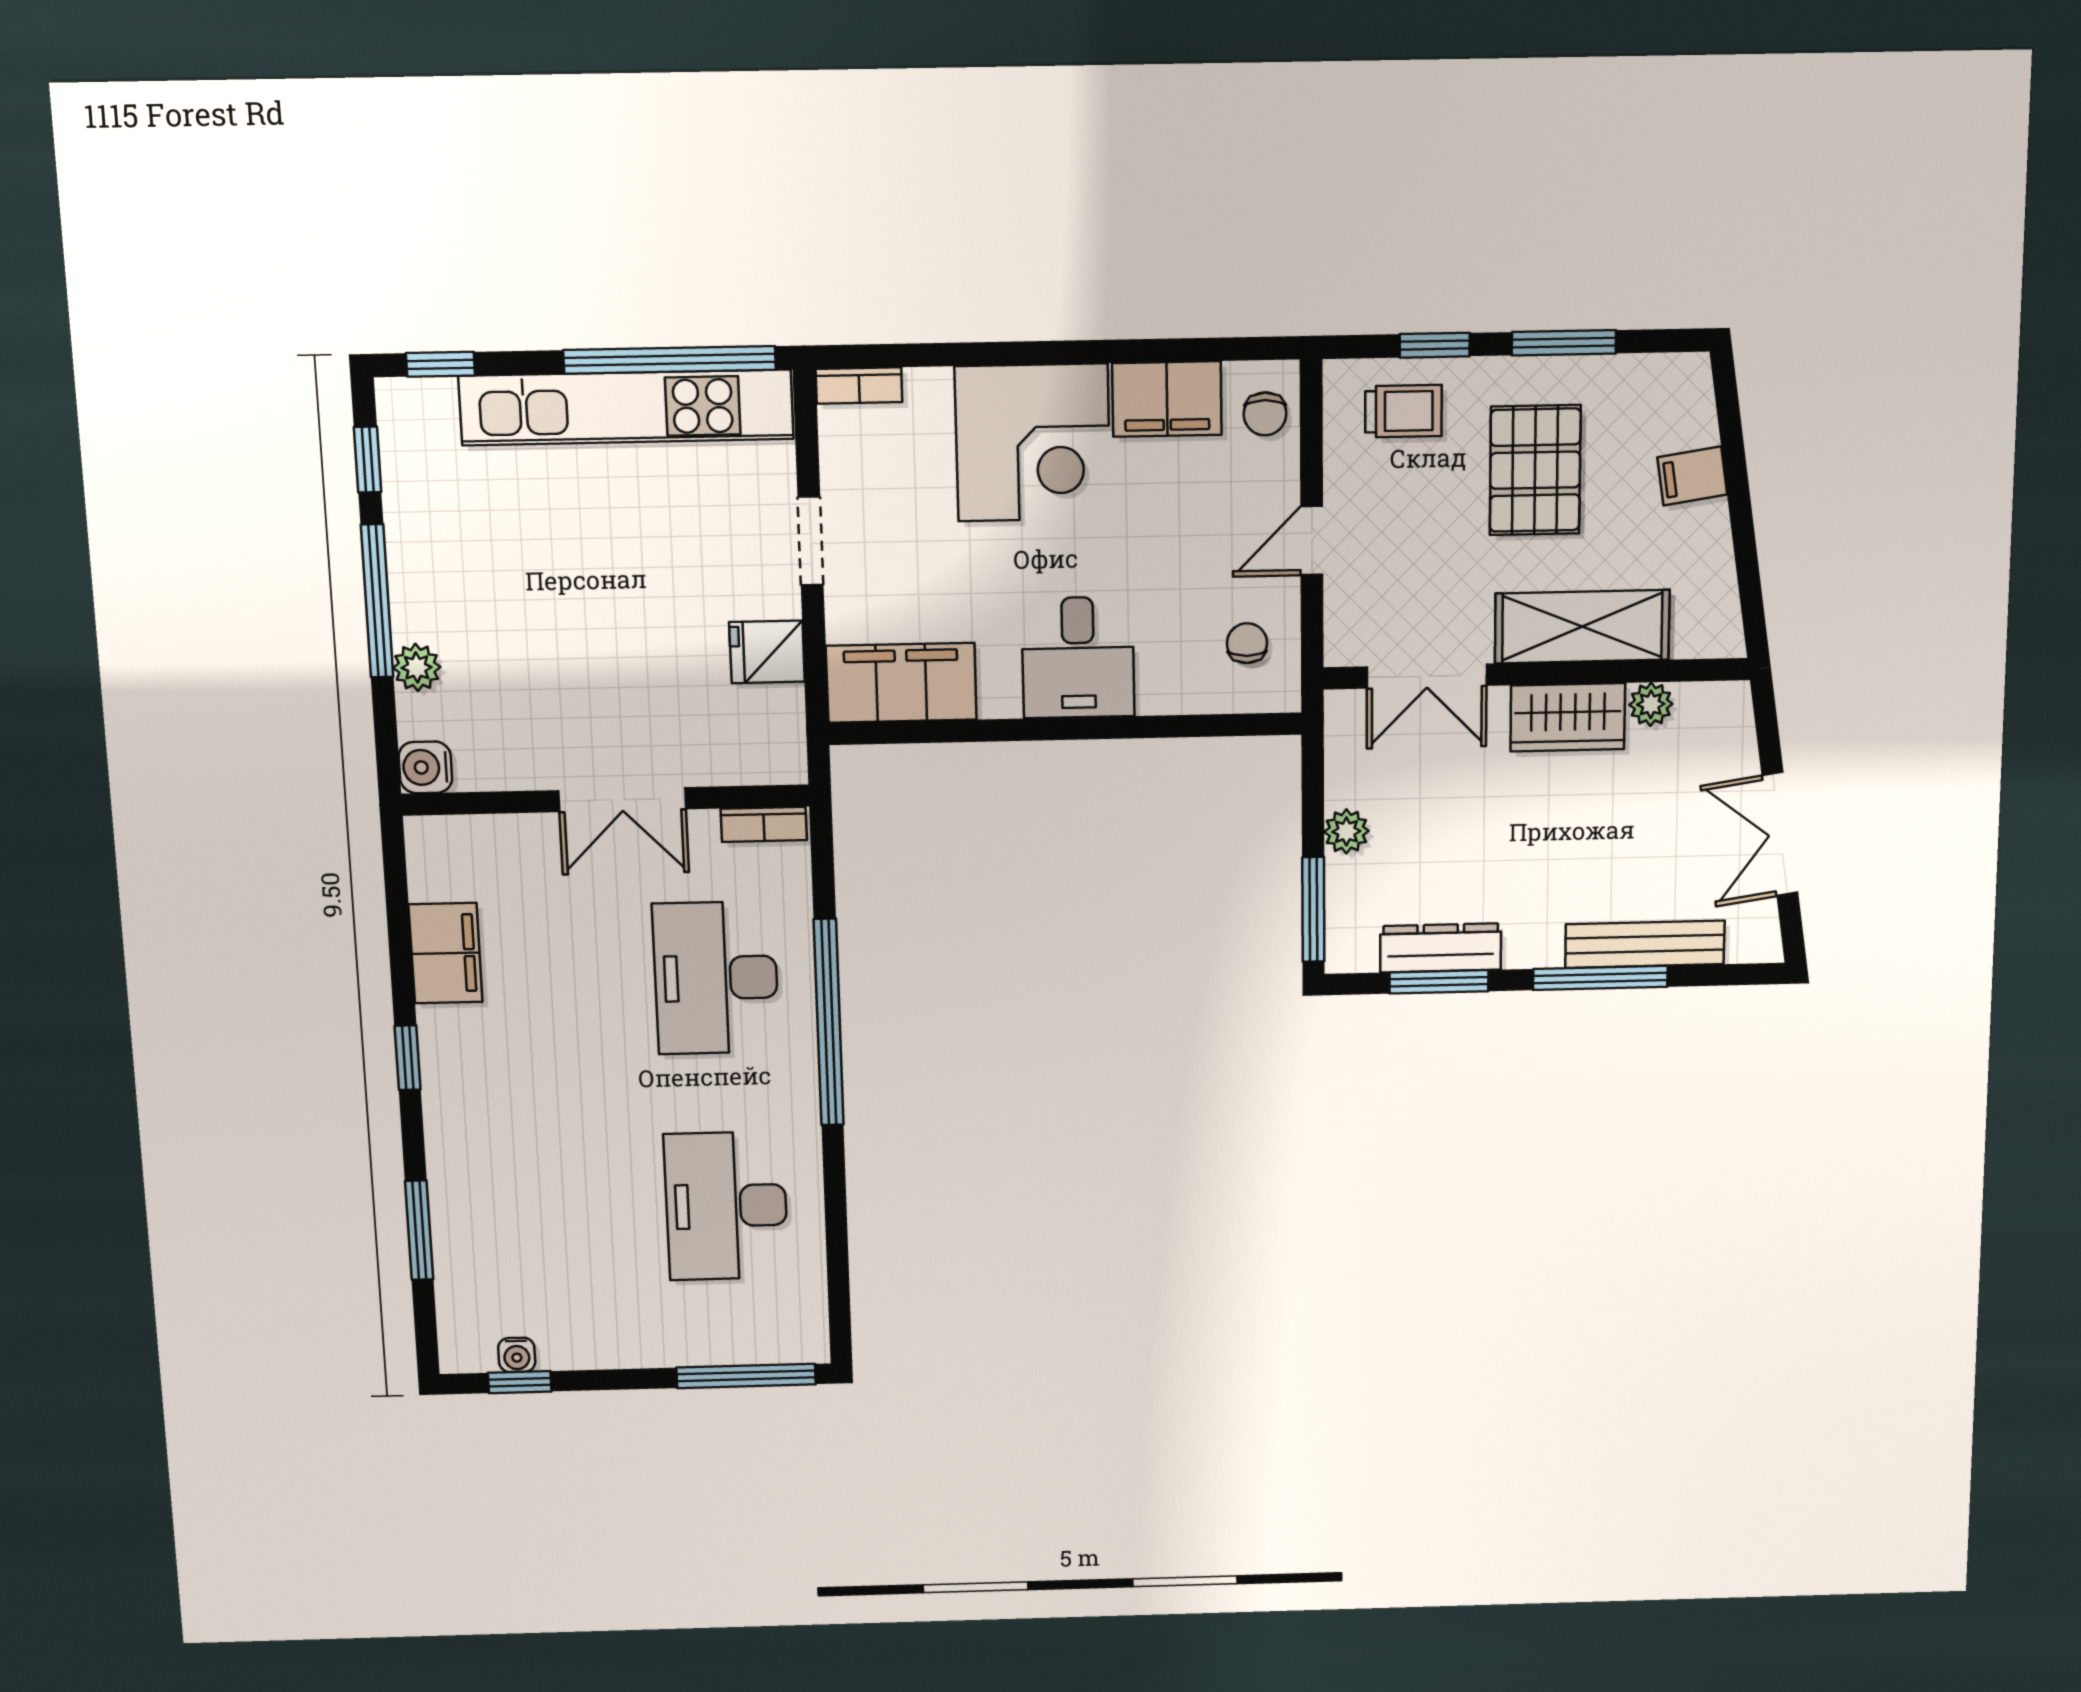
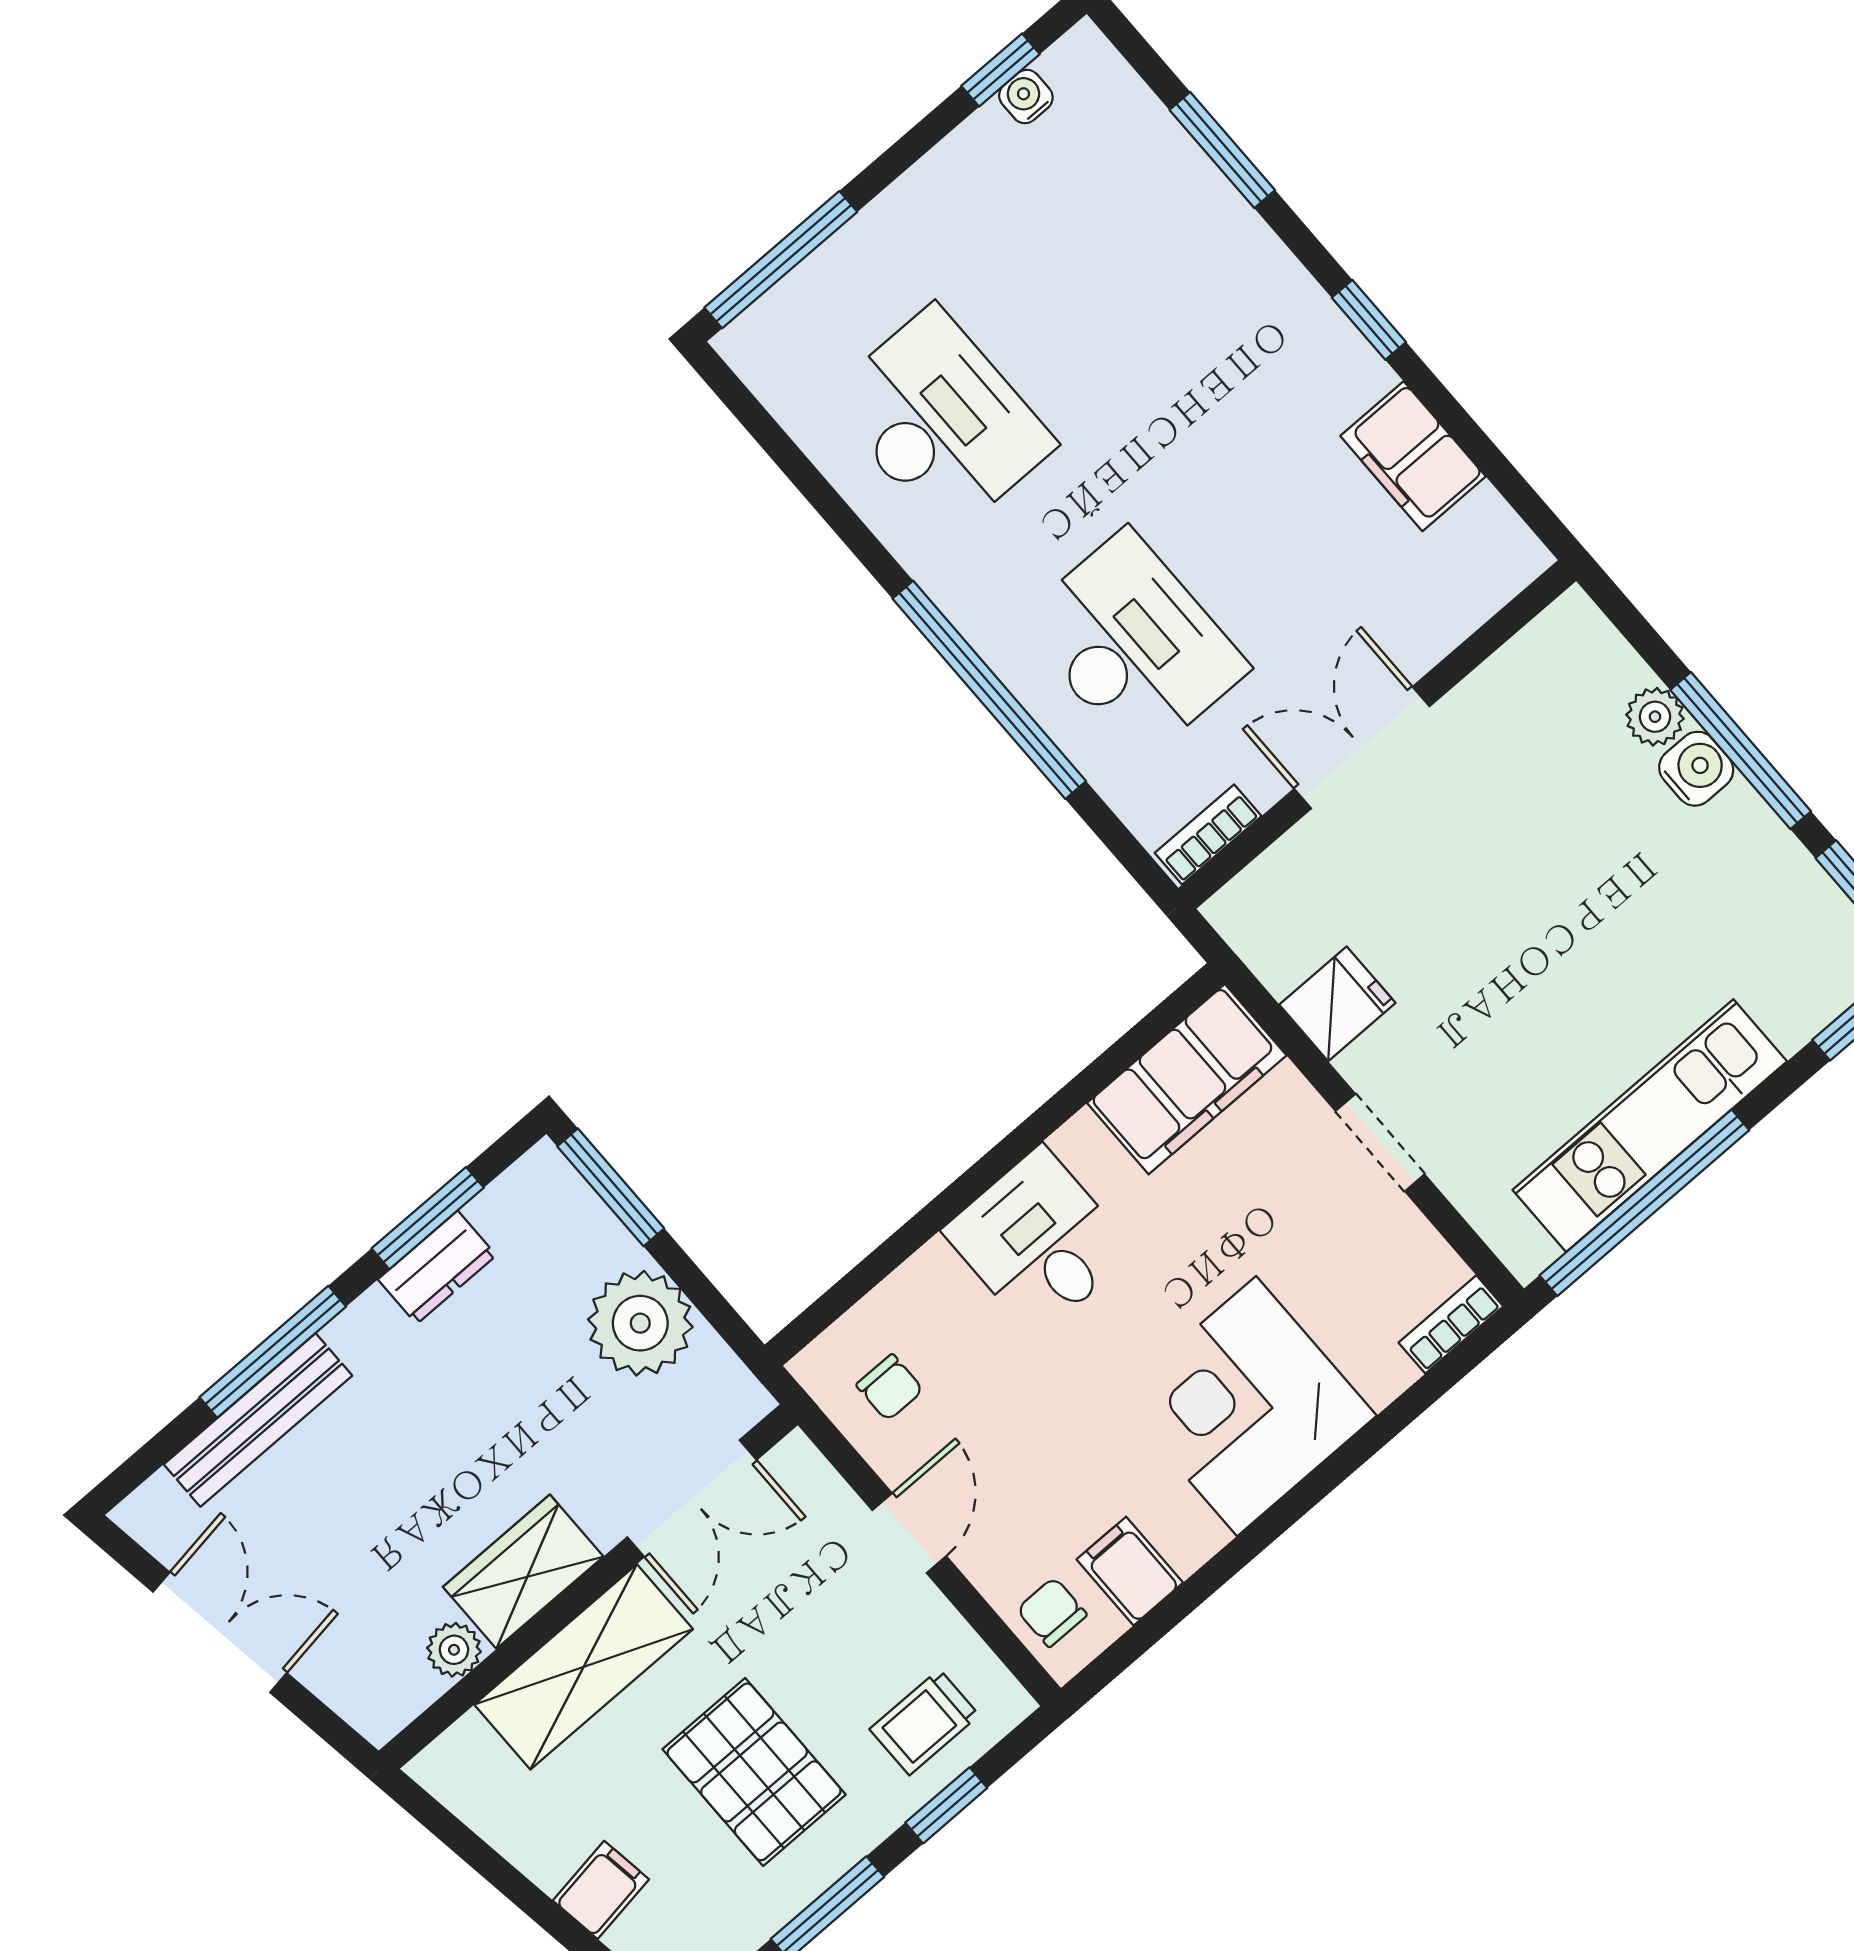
filing cabinet: (1167, 399) -> (1130, 1571), width x0.50
kitchen unit: (626, 407) -> (1650, 1126), width x0.73
double door: (1427, 676) -> (692, 1498), swing flipped
water cooler: (425, 767) -> (1696, 769), moved
plant: (1346, 831) -> (640, 1323), width x1.88, depth x1.88
dresser: (1441, 948) -> (437, 1267), width x0.70

